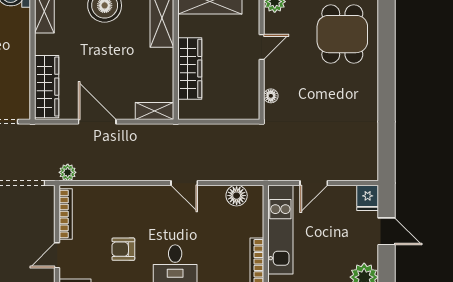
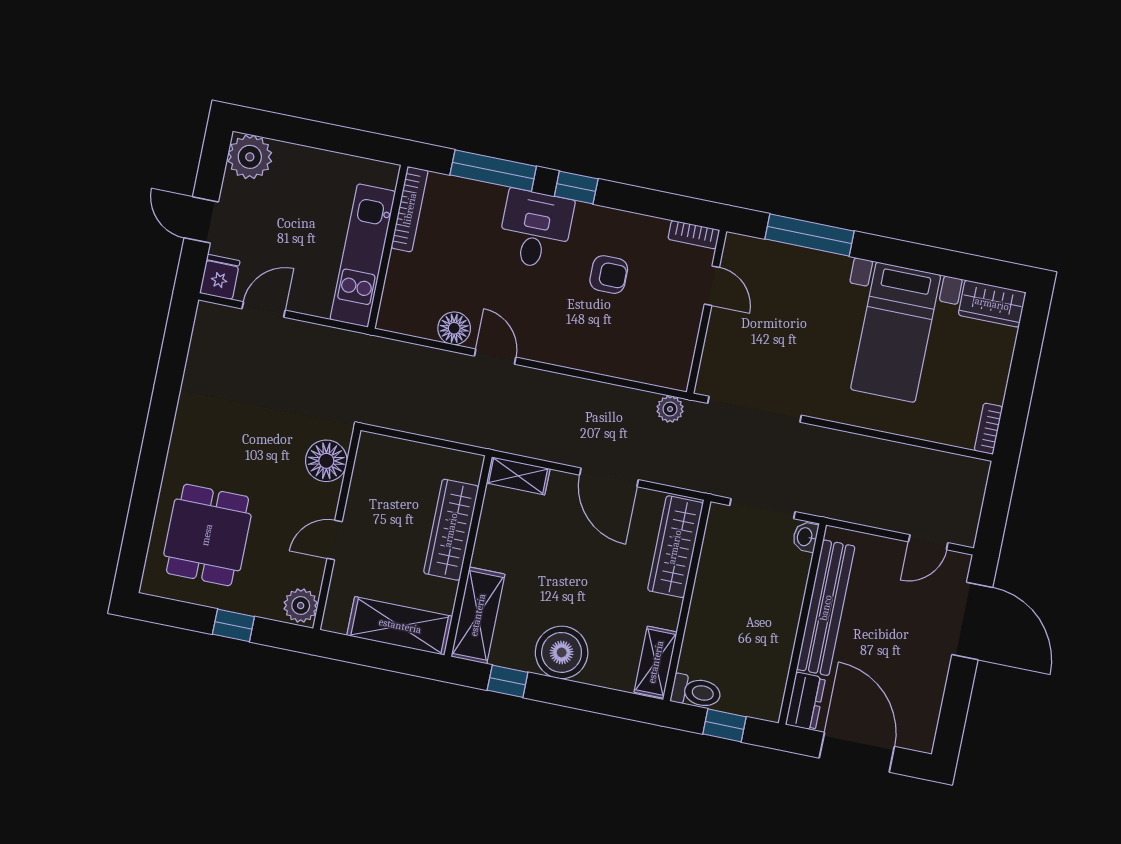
floor lamp: (271, 96) -> (326, 461), width x1.89, depth x1.89
door: (314, 183) -> (264, 309), moved
floor lamp: (237, 196) -> (454, 328), moved
bookcase: (66, 214) -> (686, 346), removed
door: (57, 255) -> (712, 286), hinge flipped

